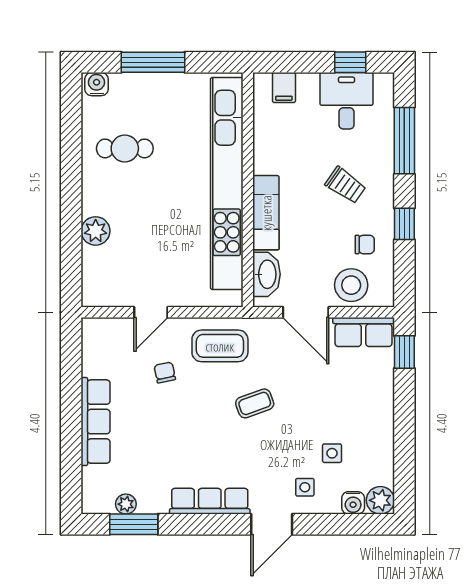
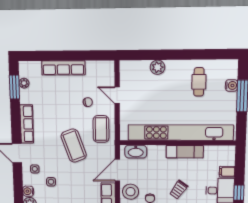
water cooler: (97, 84) -> (231, 85), moved
filing cabinet: (284, 88) -> (227, 172), moved
exam couch: (266, 213) -> (185, 152), moved
coffee table: (255, 403) -> (74, 146), width x1.86, depth x1.72

